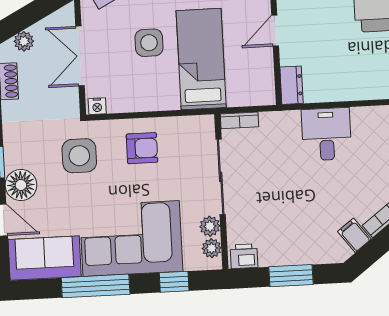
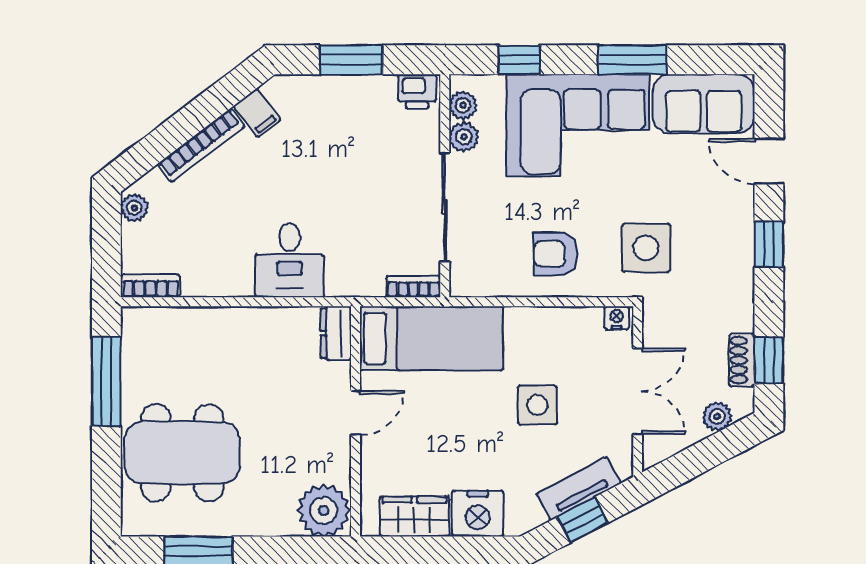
bed: (201, 59) -> (431, 338), moved, turned -90
floor lamp: (21, 185) -> (732, 210), removed
window: (96, 286) -> (633, 60), width x0.69

